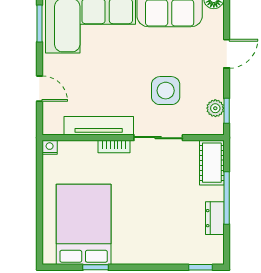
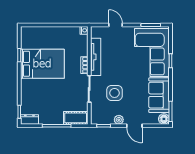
door: (39, 89) -> (116, 25), swing flipped
plant: (215, 108) -> (119, 120), moved
dresser: (215, 218) -> (29, 119), moved
bed: (84, 224) -> (42, 64), moved

